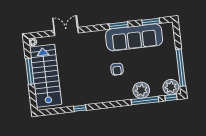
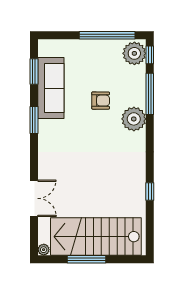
double door: (66, 31) -> (34, 198), swing flipped
sofa: (134, 37) -> (51, 88), width x0.74, depth x0.79
armchair: (117, 69) -> (101, 101), moved
plant: (141, 90) -> (134, 119), moved

